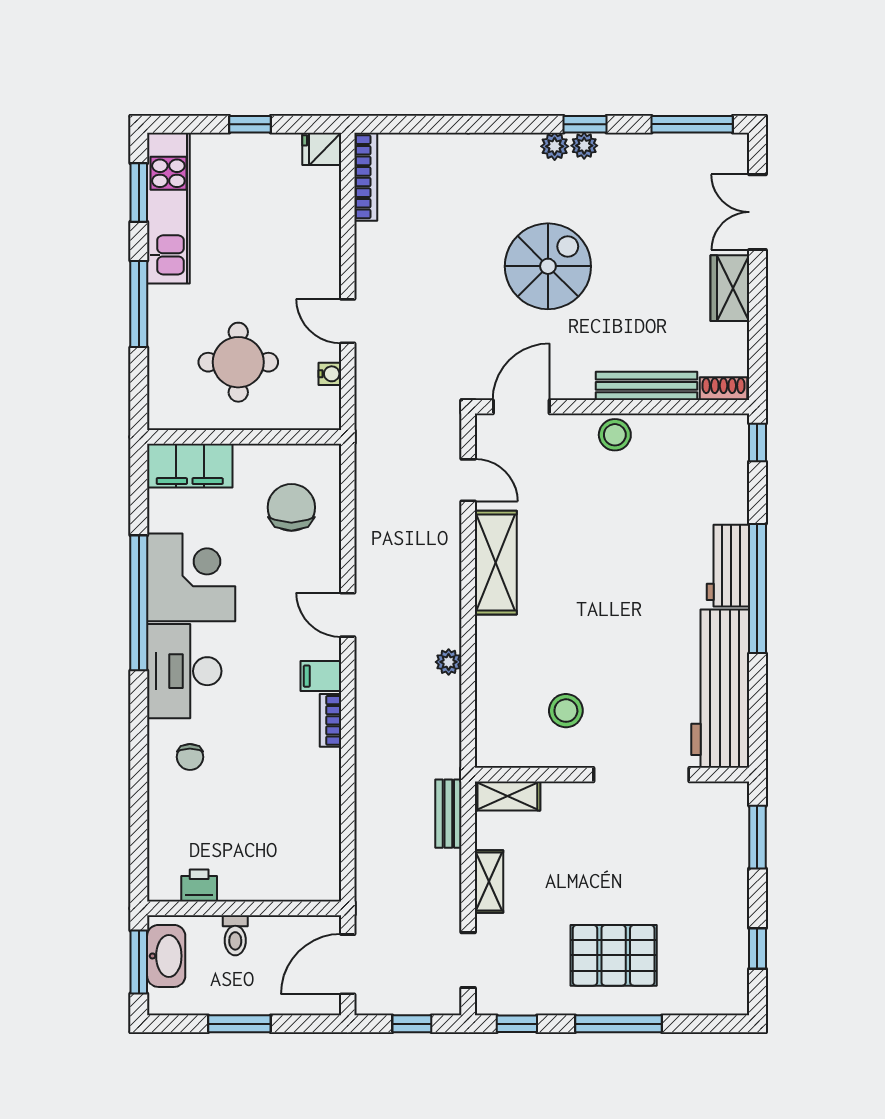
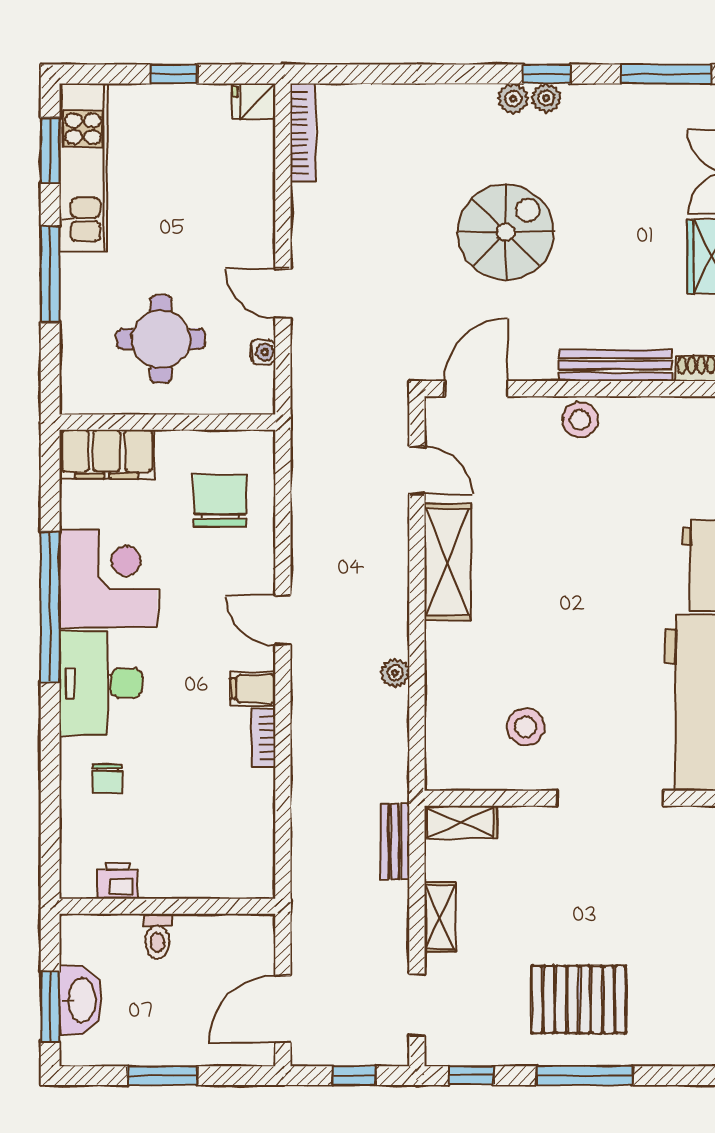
printer: (199, 886) -> (117, 881), moved
wall: (244, 908) -> (167, 906), moved
toilet: (235, 935) -> (158, 936), moved

